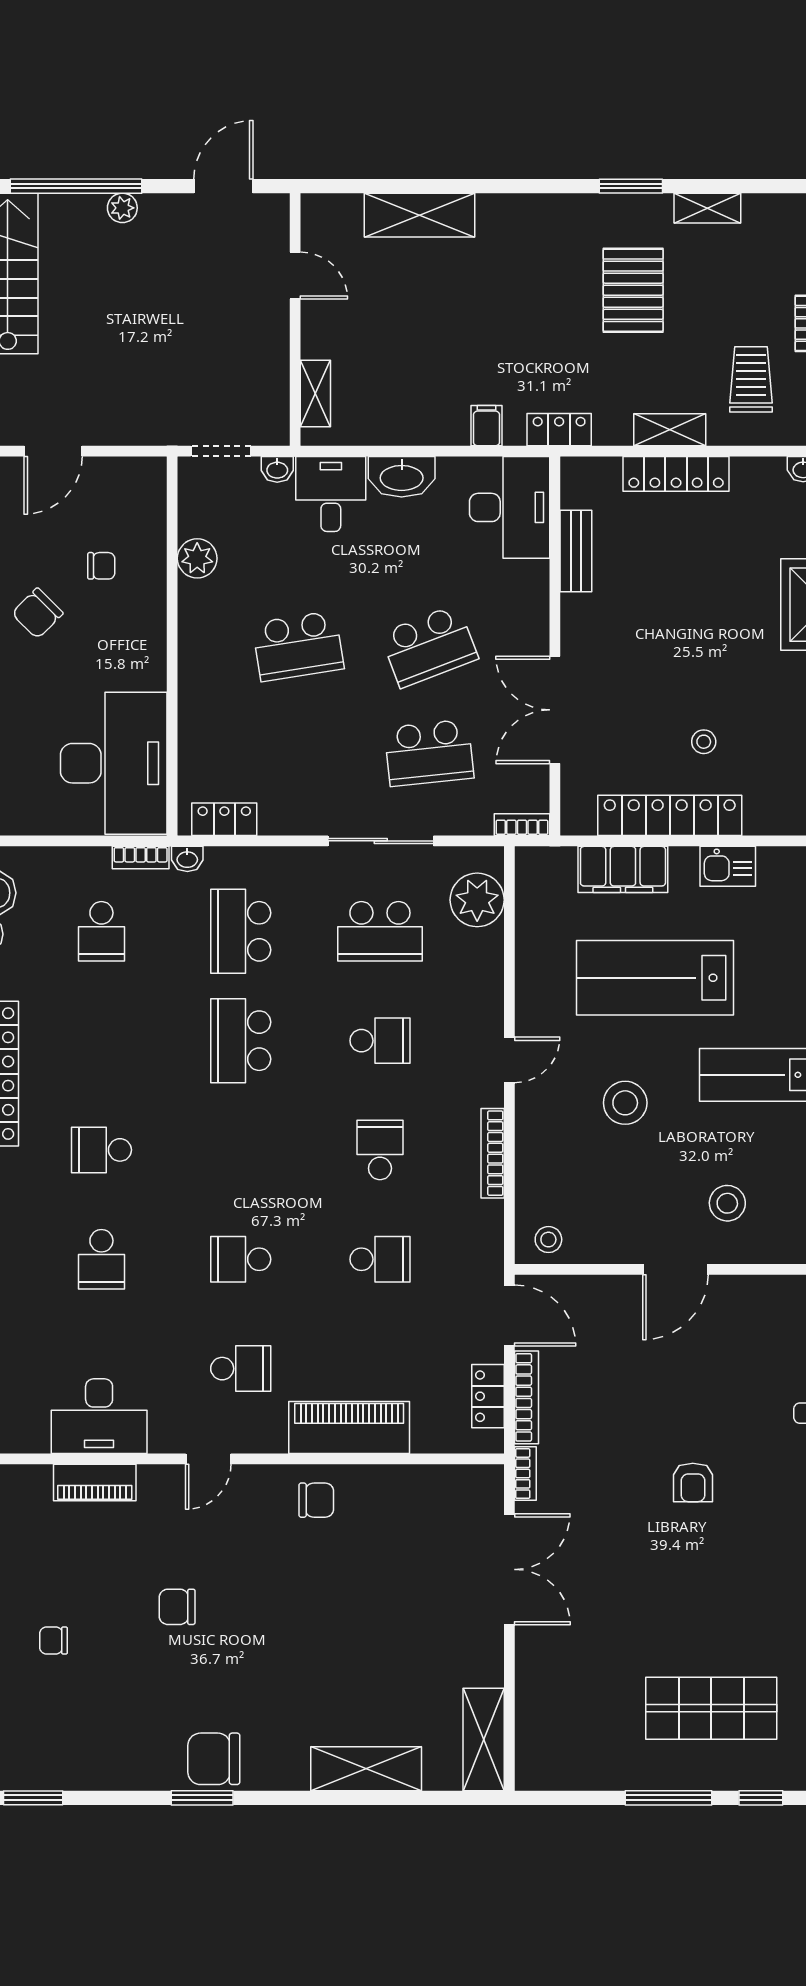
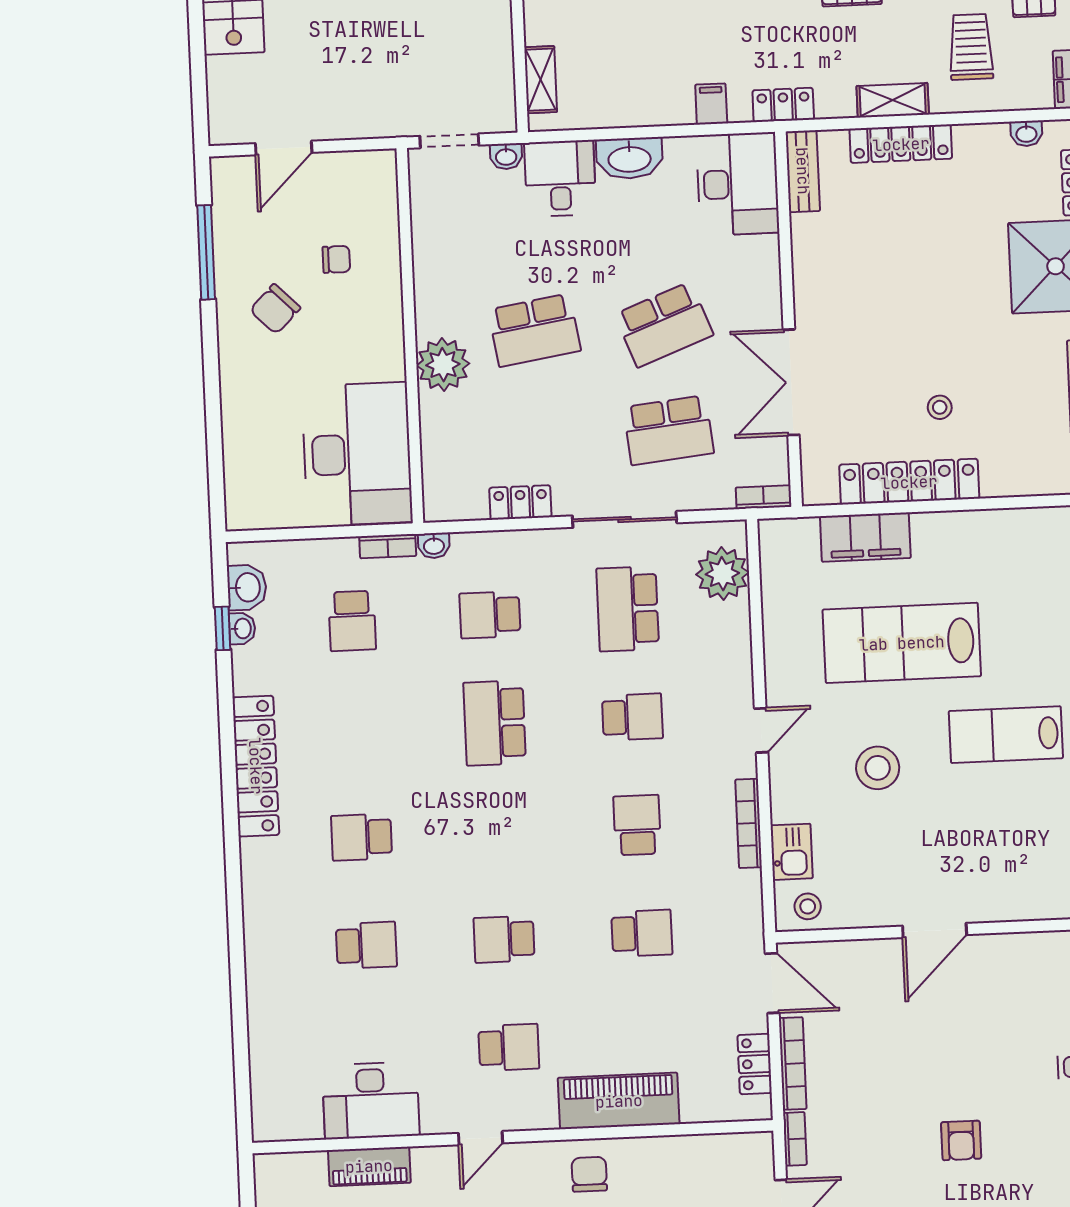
bench: (576, 551) -> (803, 171), moved
plant: (197, 558) -> (443, 365), moved, width x1.36, depth x1.36
locker: (224, 819) -> (520, 502), moved
kitchen sink: (728, 866) -> (792, 852), moved, turned -90
school desk: (241, 931) -> (490, 615), width x0.54
school desk: (380, 931) -> (628, 609), turned 90
stool: (727, 1203) -> (983, 863), removed
school desk: (101, 1259) -> (366, 945), turned -90
chair: (316, 1500) -> (589, 1174), turned -90

